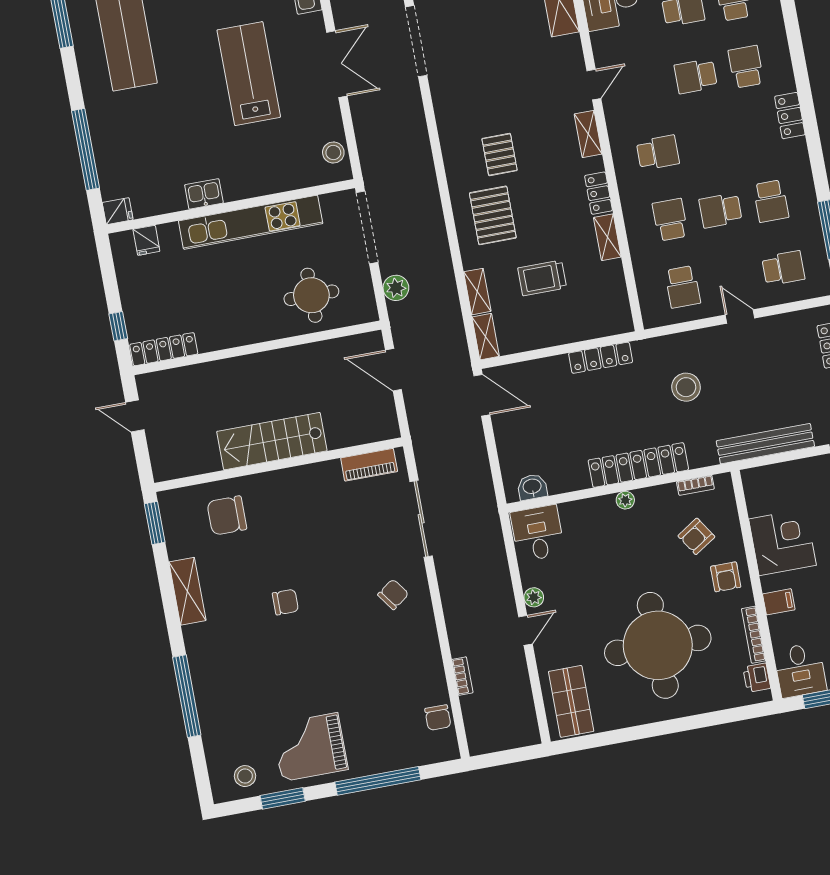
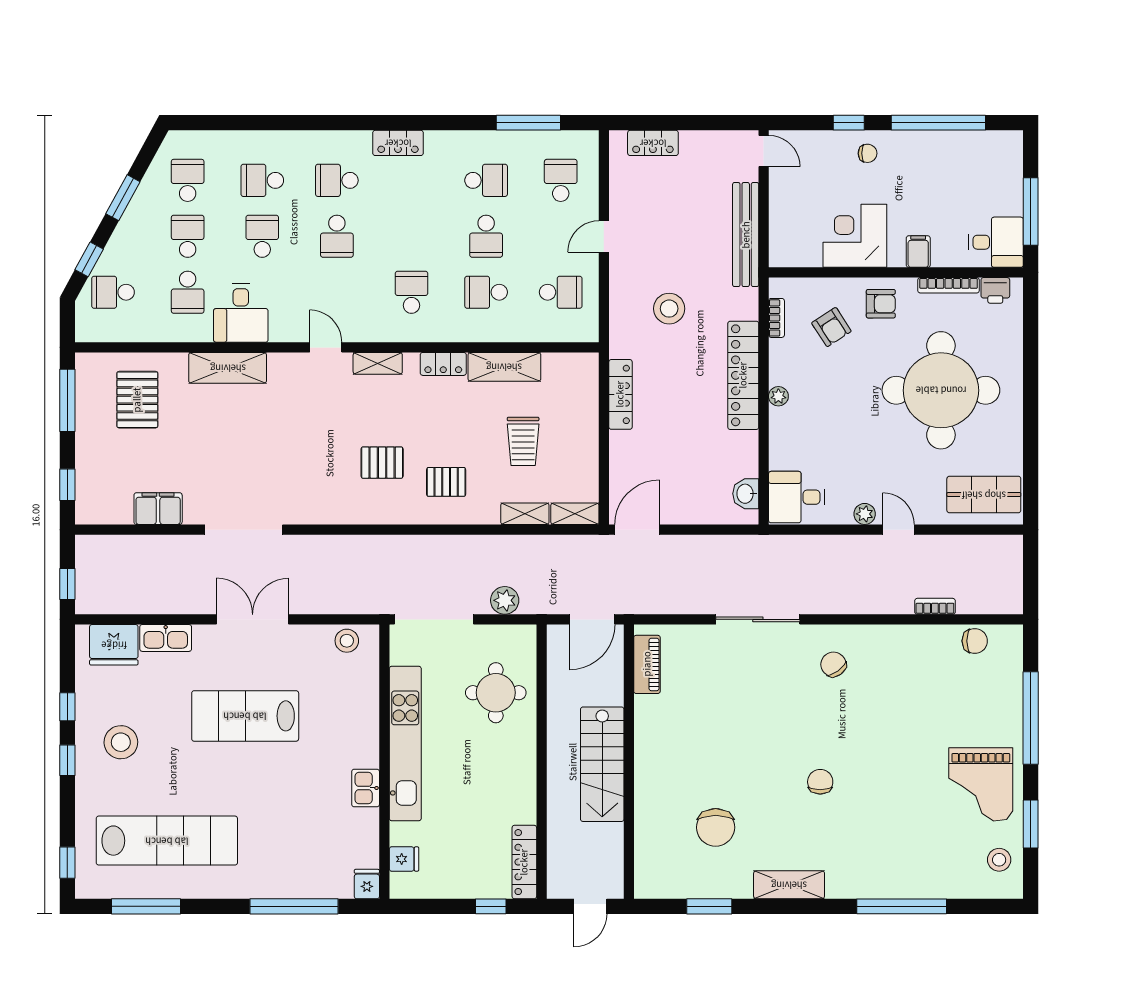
pallet: (493, 215) -> (446, 482), width x0.67, depth x0.71
shelving: (607, 237) -> (504, 367), width x1.50, depth x1.33
stairs: (272, 441) -> (602, 764), moved
wall: (279, 465) -> (629, 762), moved
piano: (369, 465) -> (647, 664), moved

